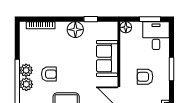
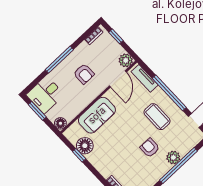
floor lamp: (75, 30) -> (85, 146), moved
window: (172, 69) -> (59, 60), width x1.44
plant: (26, 70) -> (163, 168), removed

